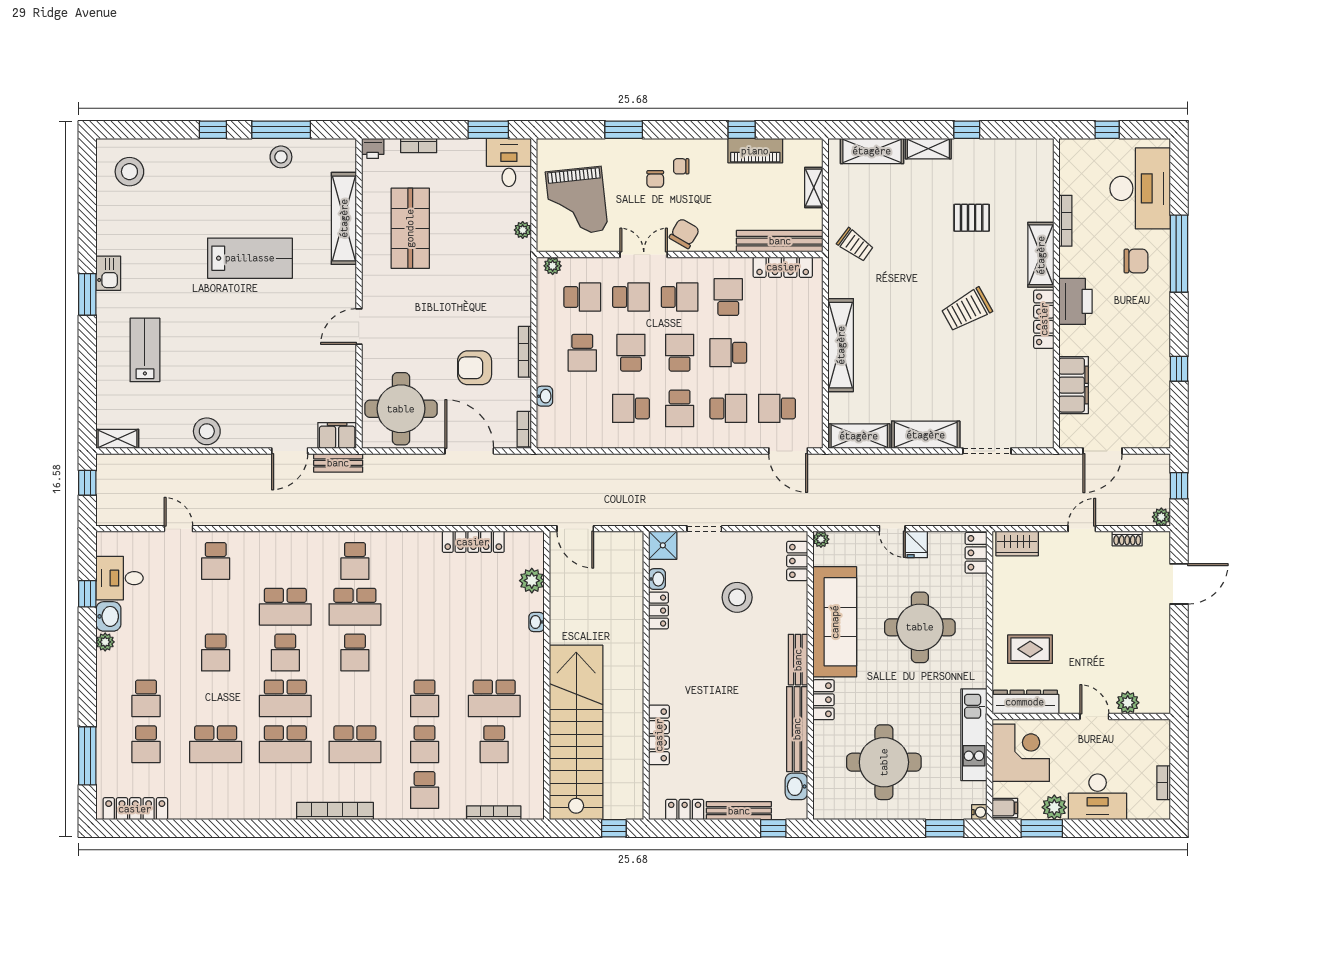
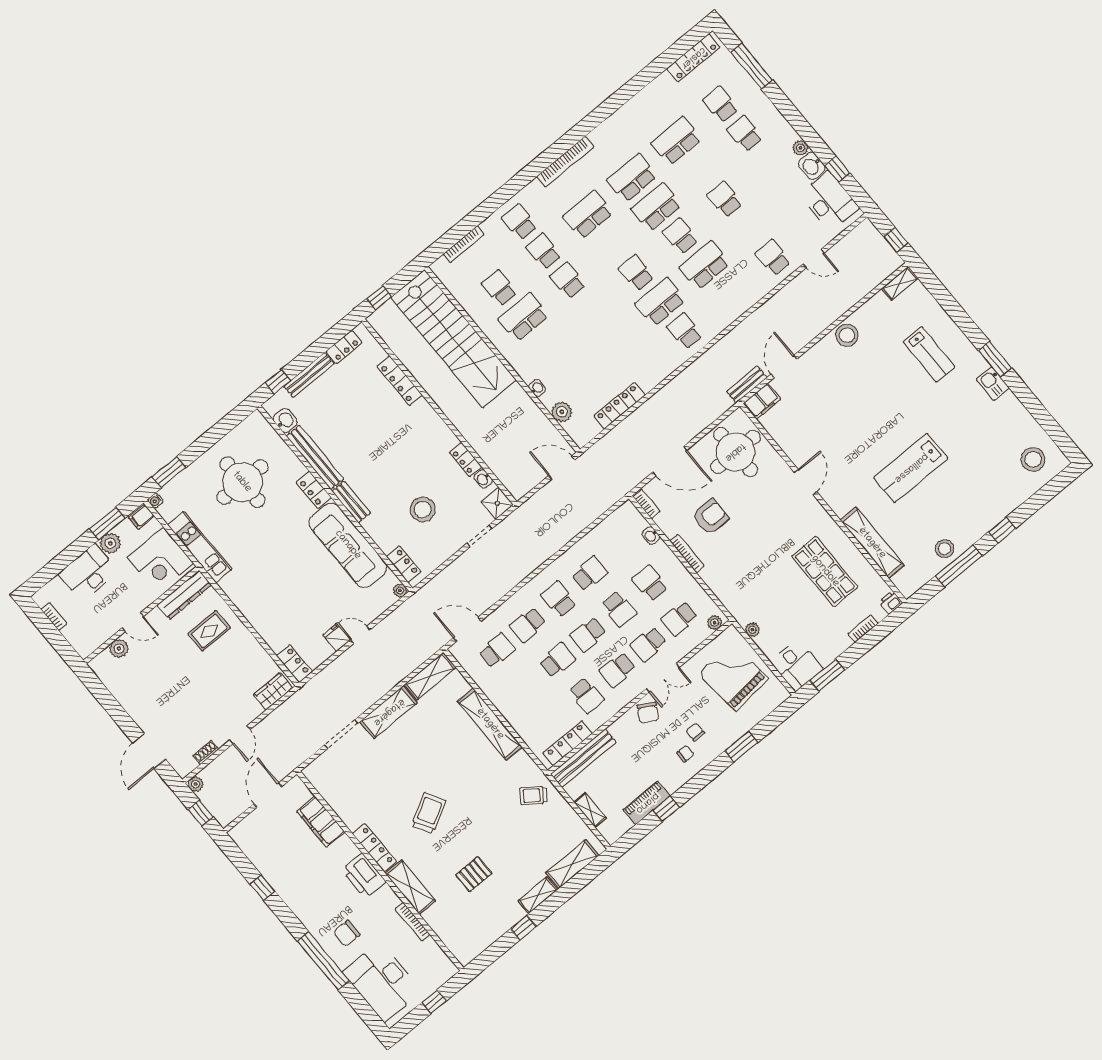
school desk: (680, 353) -> (588, 634), turned 90
desk: (120, 578) -> (829, 201), width x1.37
round table: (920, 627) -> (291, 587), removed

